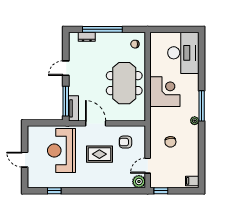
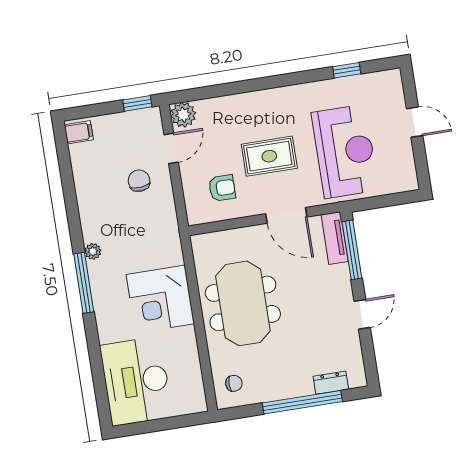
chair: (170, 142) -> (139, 181), moved

